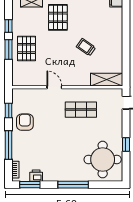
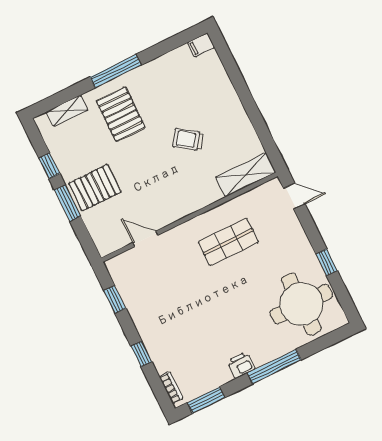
pallet: (26, 48) -> (95, 188), turned 90
door: (54, 87) -> (145, 239), moved
armchair: (25, 122) -> (149, 305), removed
window: (9, 145) -> (141, 354), width x0.46
printer: (36, 176) -> (241, 365), moved

